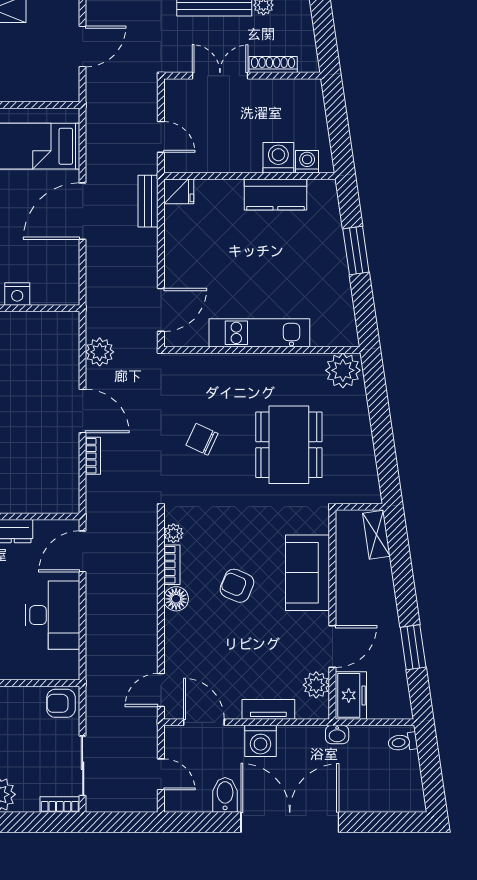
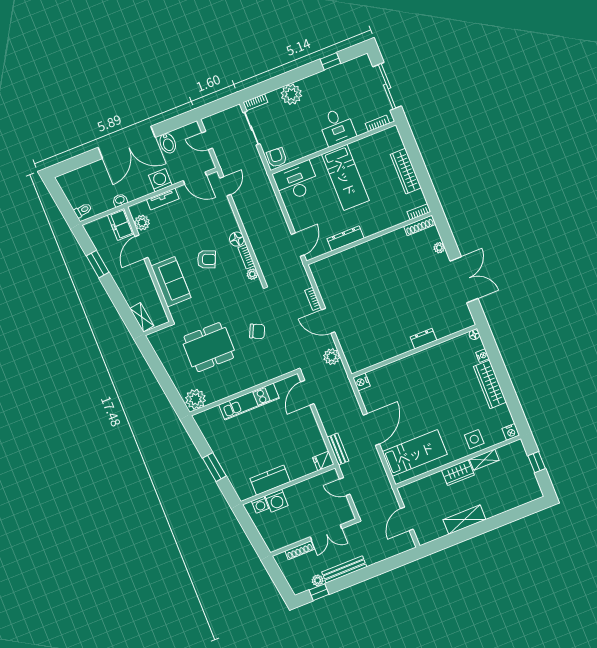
nightstand: (17, 294) -> (361, 382), moved, turned -90
dining table: (289, 445) -> (209, 347), turned 90
desk: (53, 615) -> (296, 181), moved, turned 90
armchair: (61, 703) -> (277, 157), turned -87

